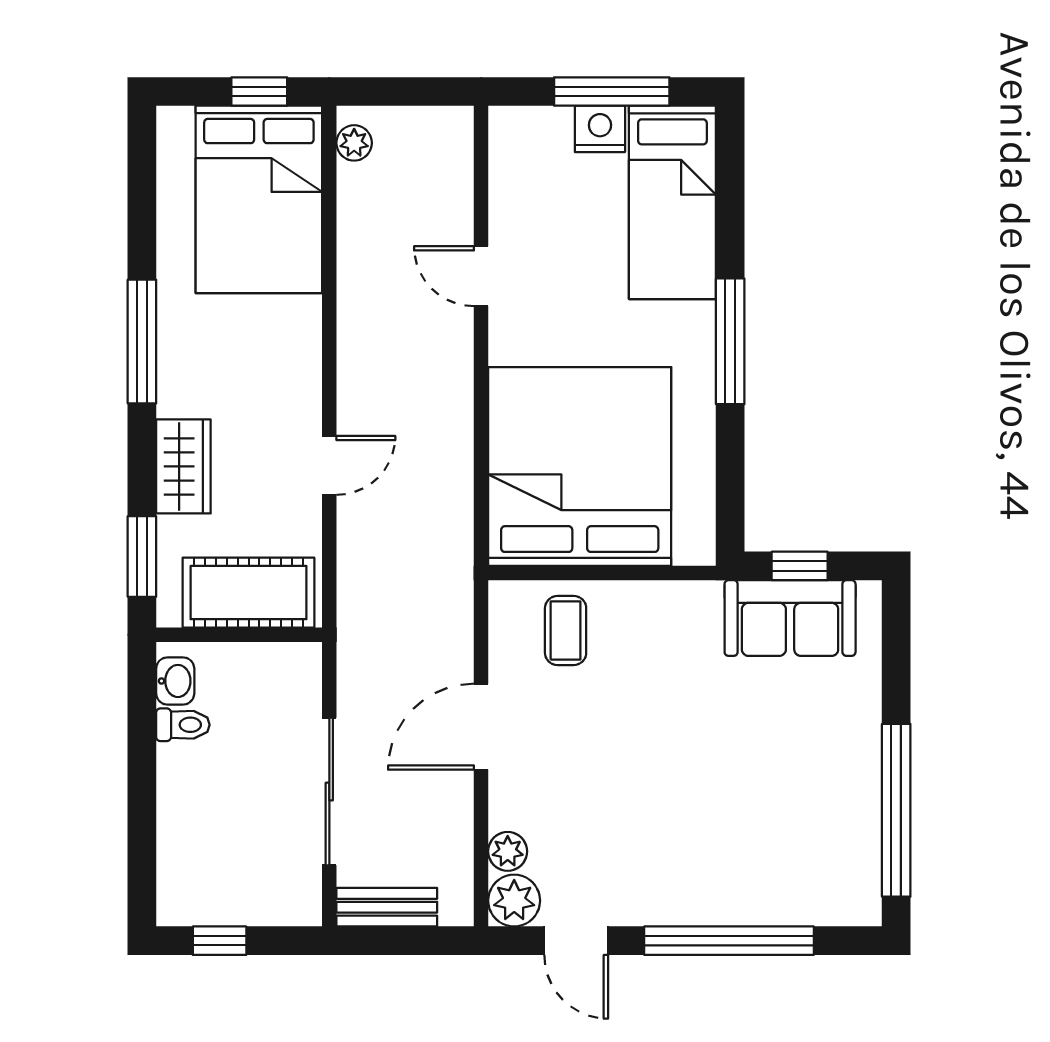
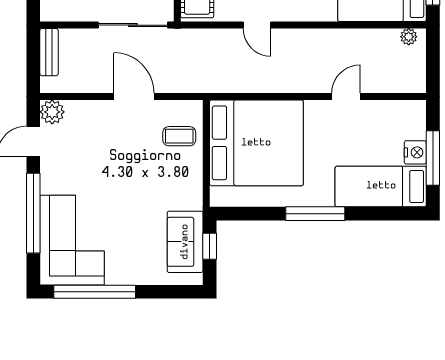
sliding door: (329, 792) -> (133, 25), moved
plant: (508, 851) -> (75, 109), removed
corner sofa: (786, 858) -> (72, 240), added

